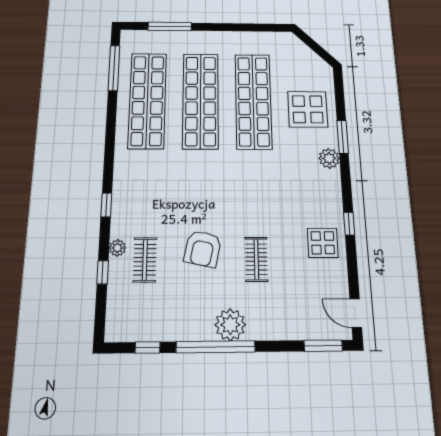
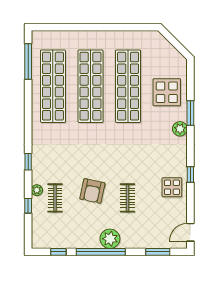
window: (170, 26) -> (67, 27), removed
door: (356, 313) -> (190, 232), hinge flipped
window: (323, 346) -> (158, 252), moved

